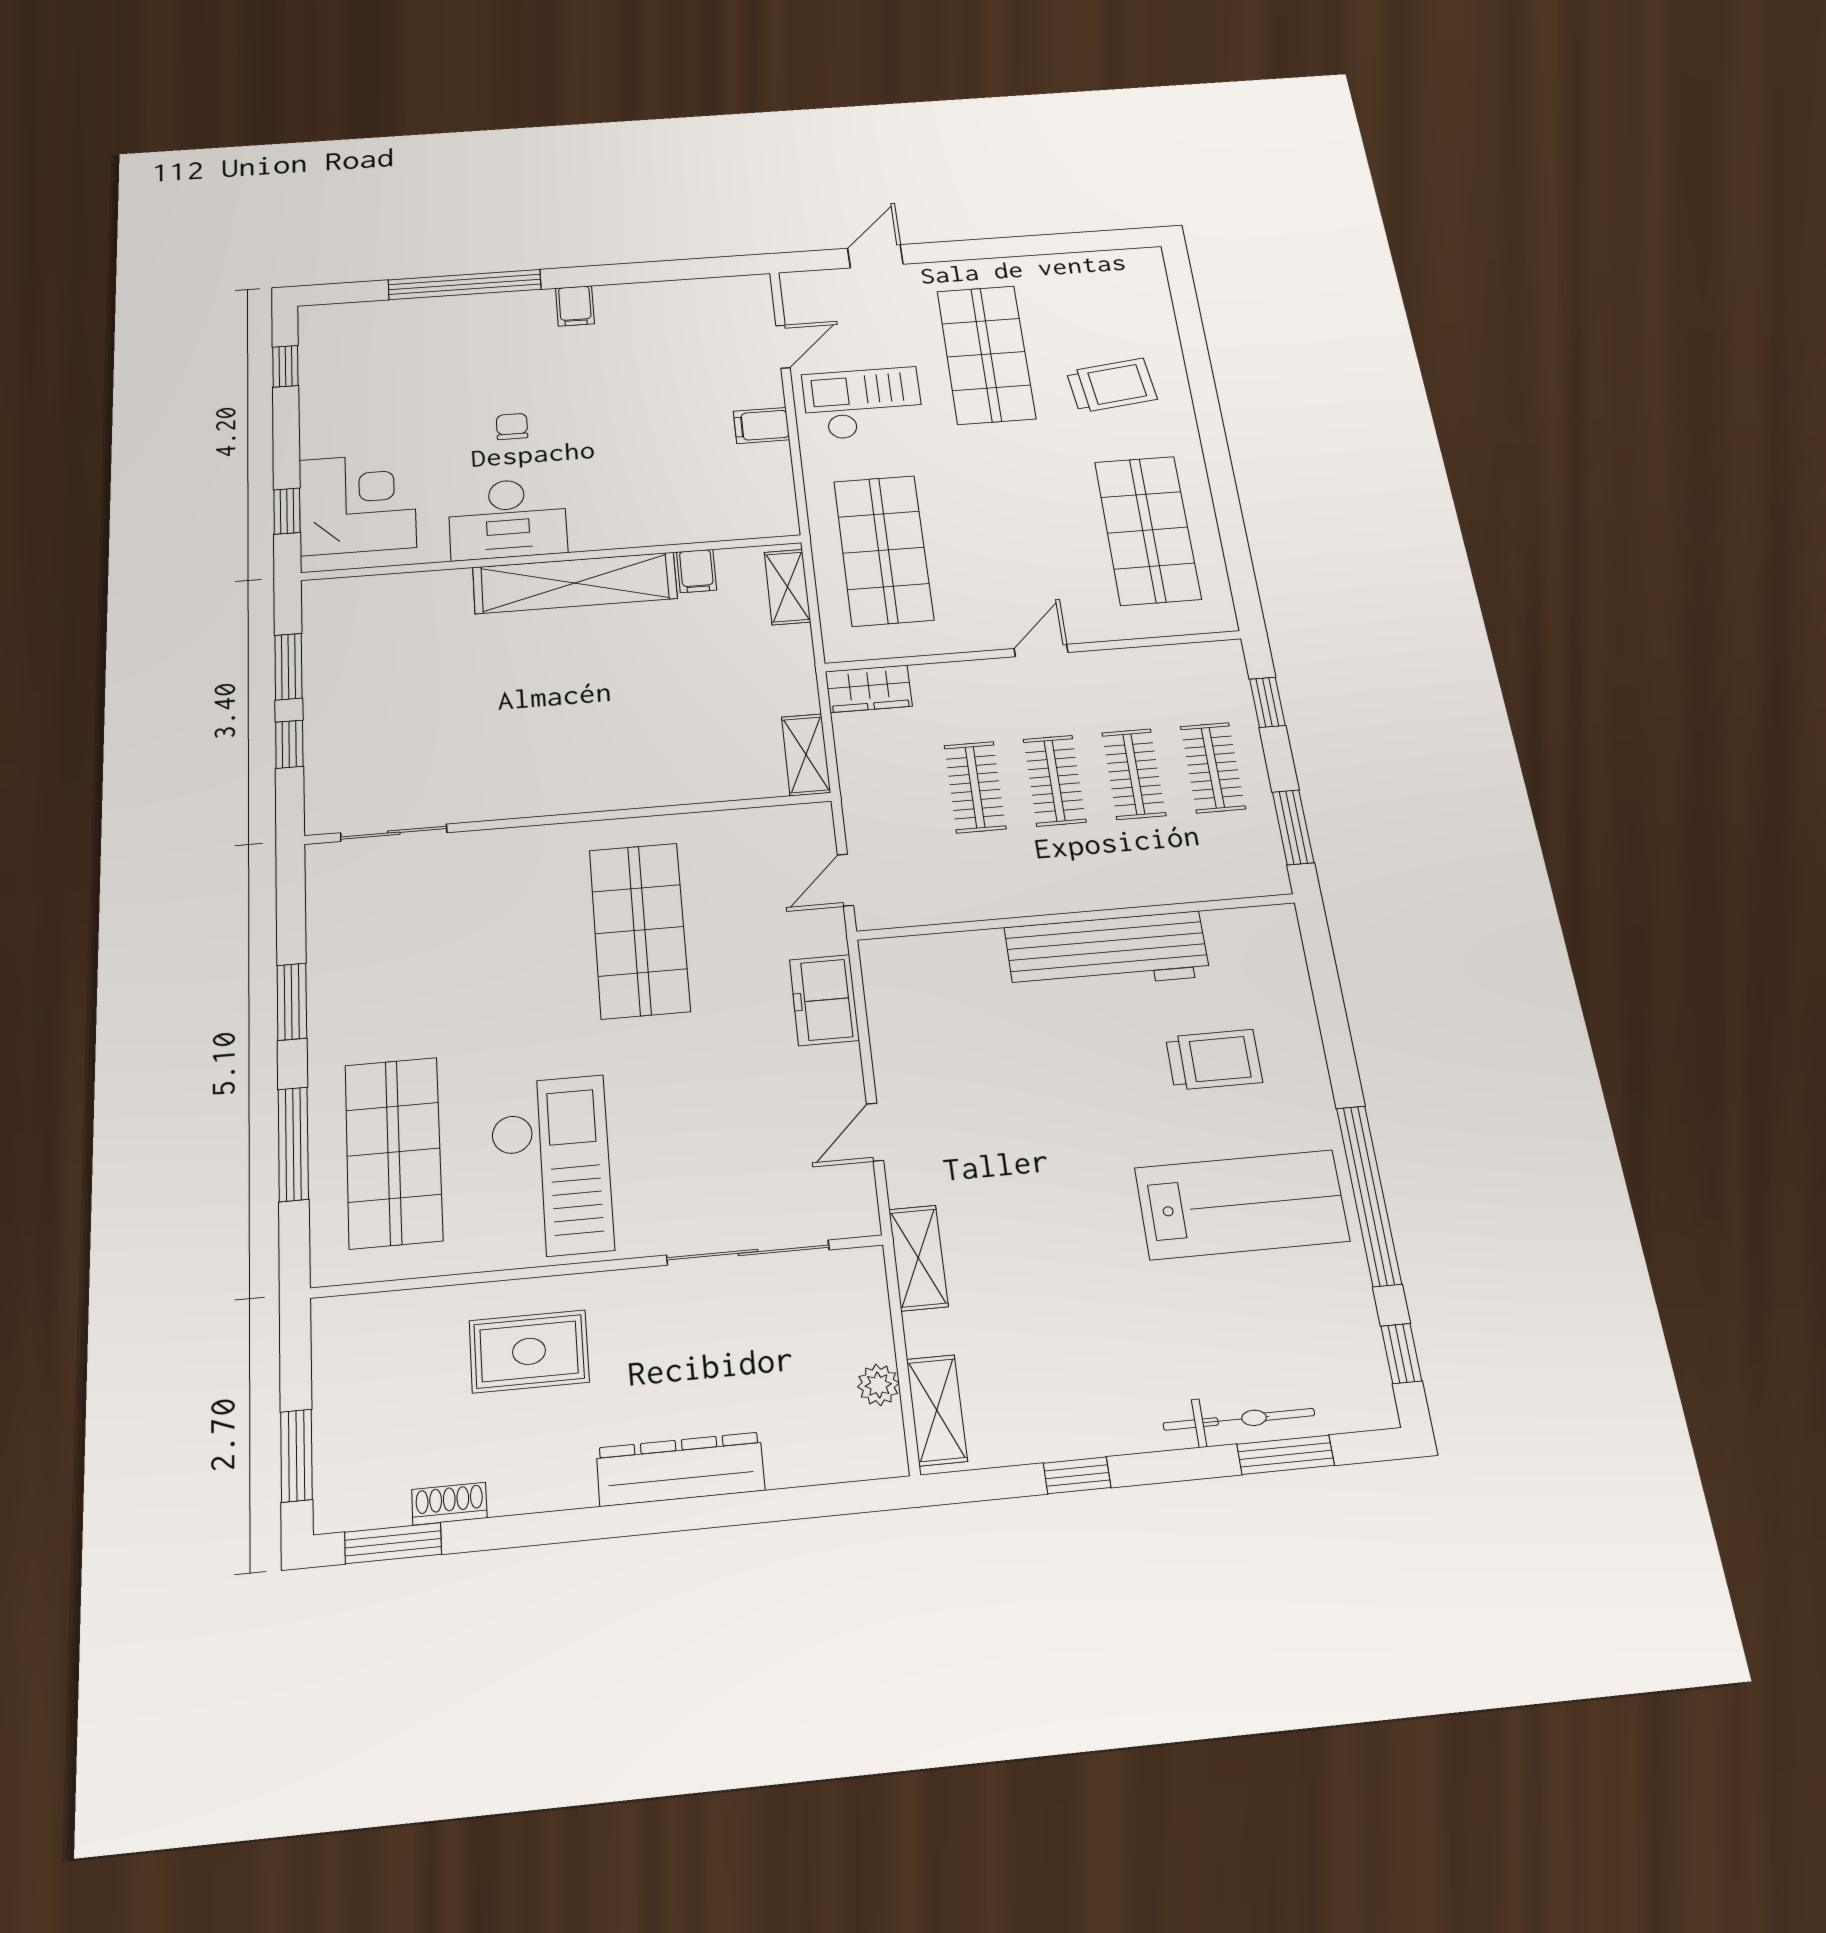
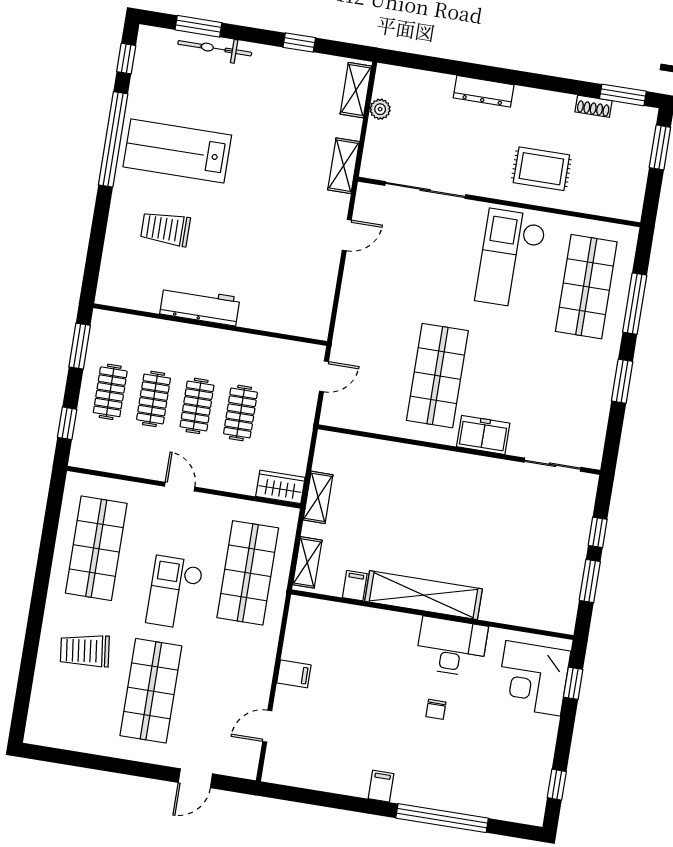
checkout: (863, 403) -> (175, 593), moved, turned 90
door: (1041, 651) -> (180, 487), swing flipped
shelving: (806, 755) -> (318, 497), moved
workbench: (1107, 952) -> (200, 306), width x0.73, depth x0.76
freezer: (824, 1000) -> (483, 435), moved, turned -90
dresser: (680, 1469) -> (484, 91), width x0.73, depth x0.80

